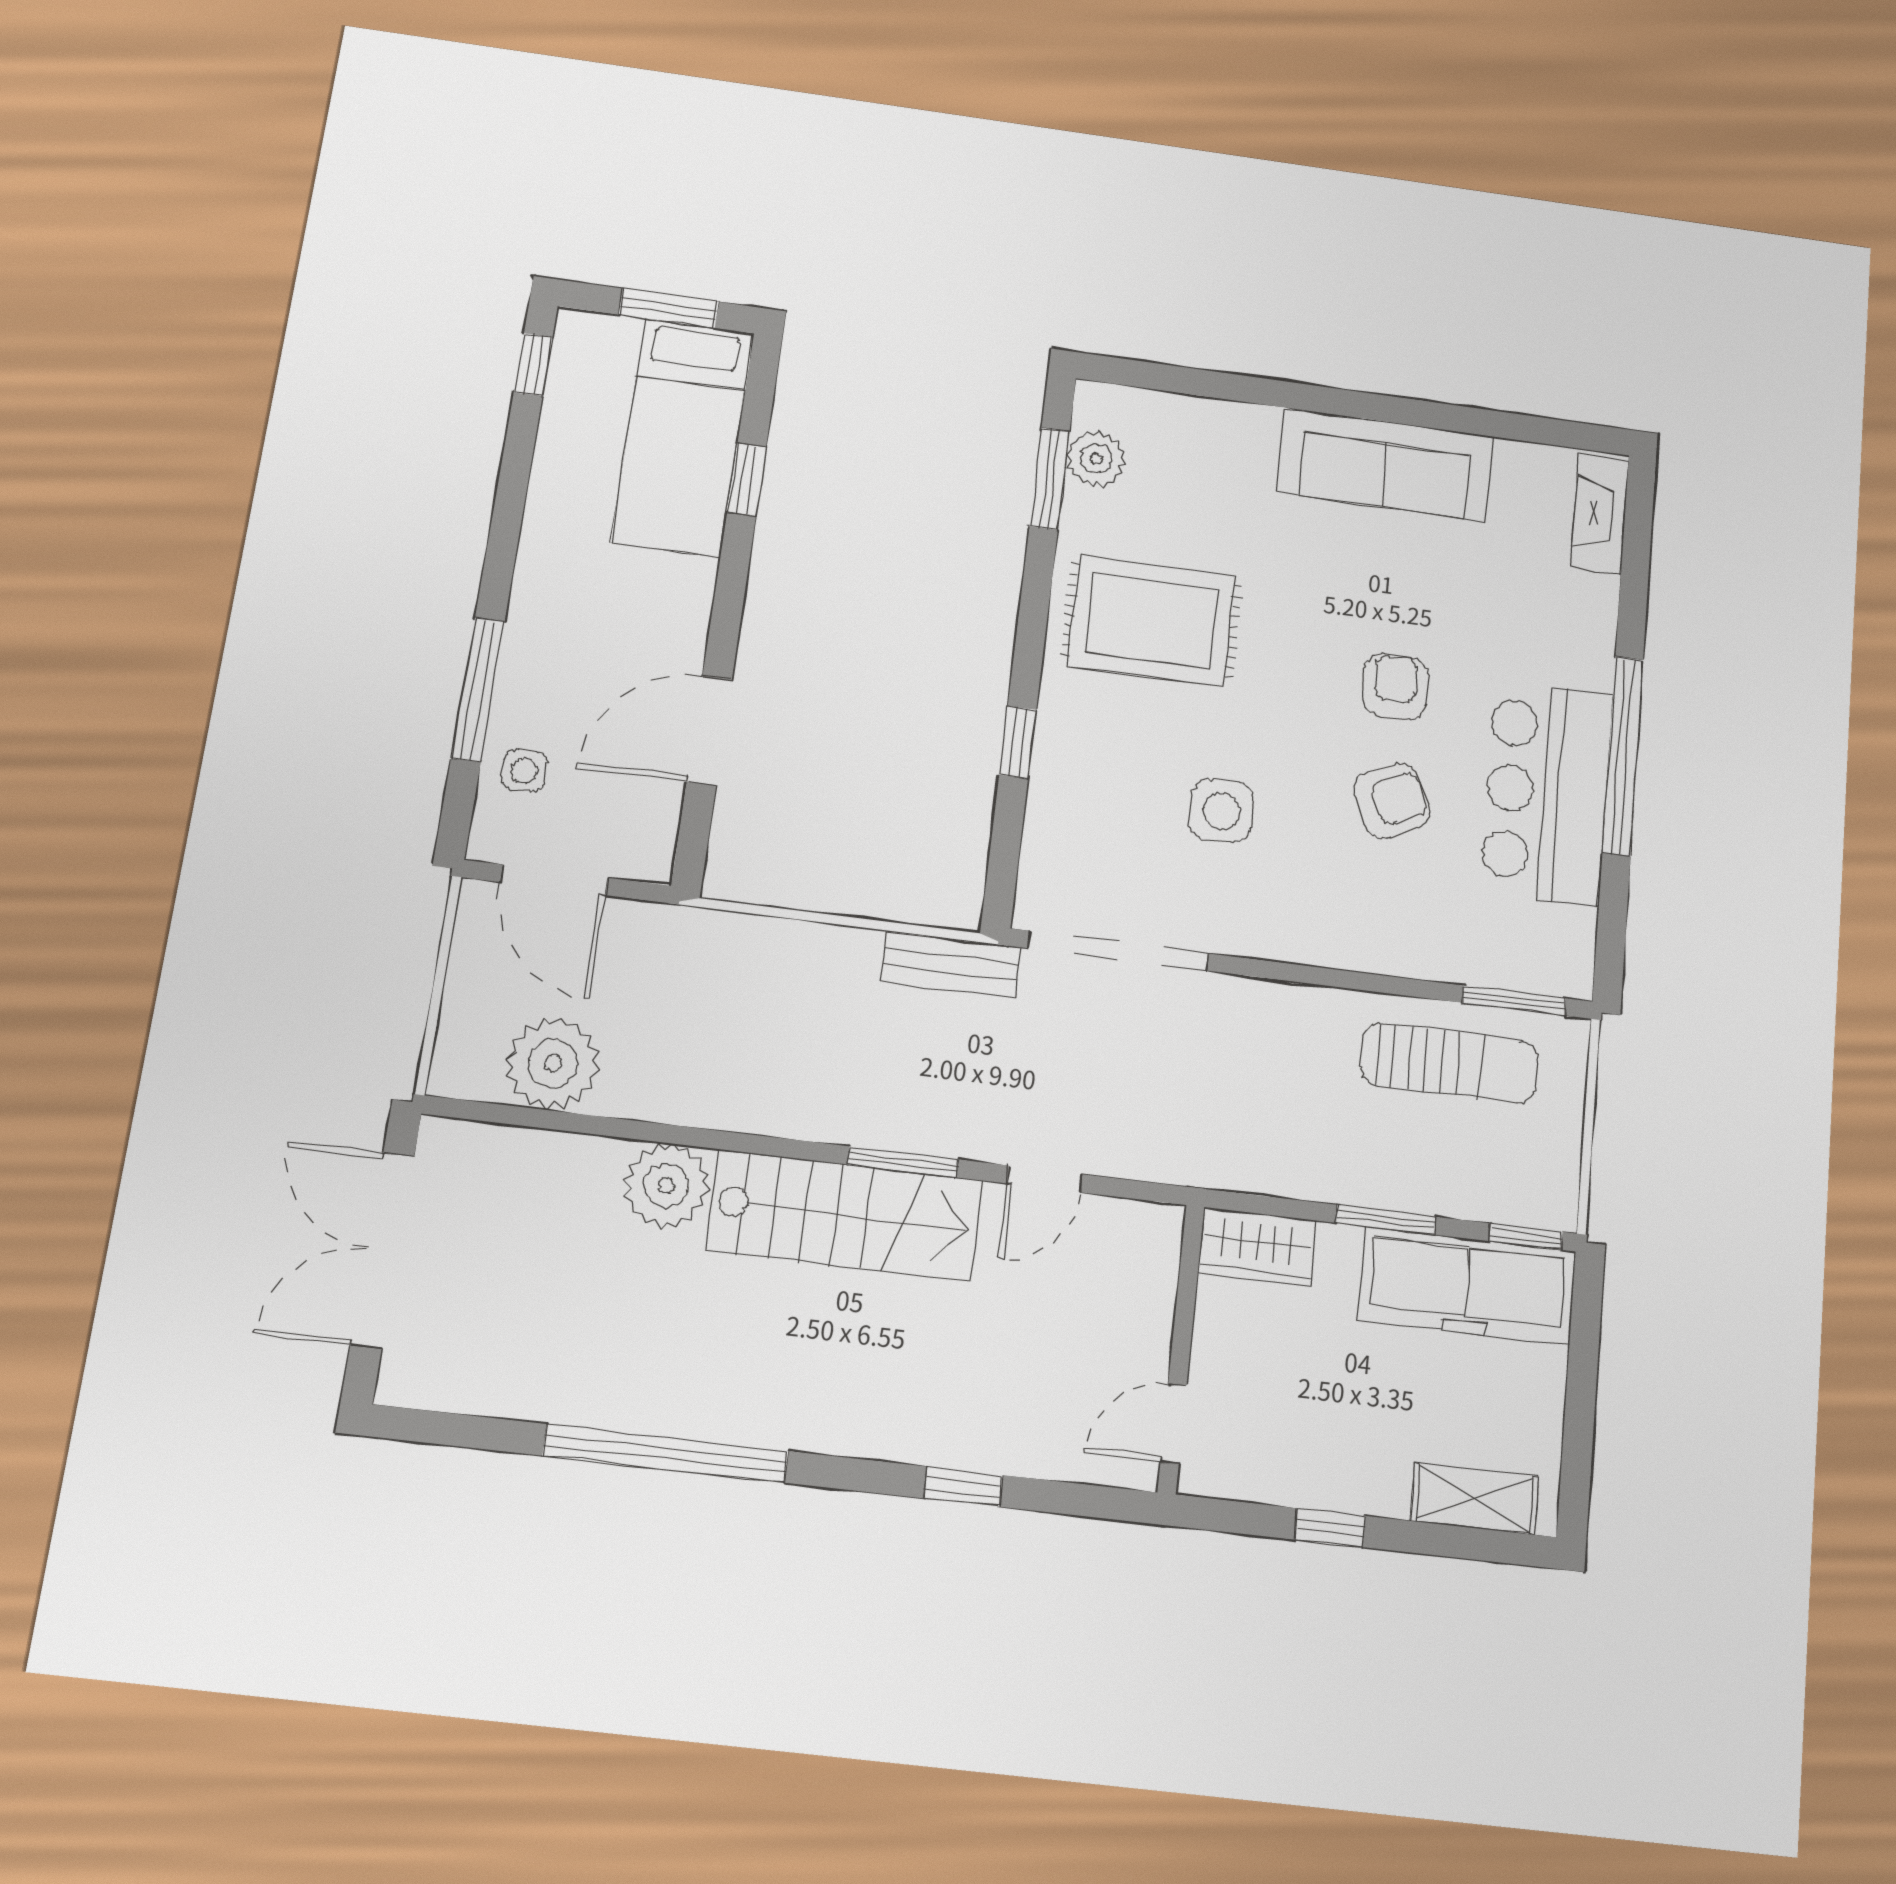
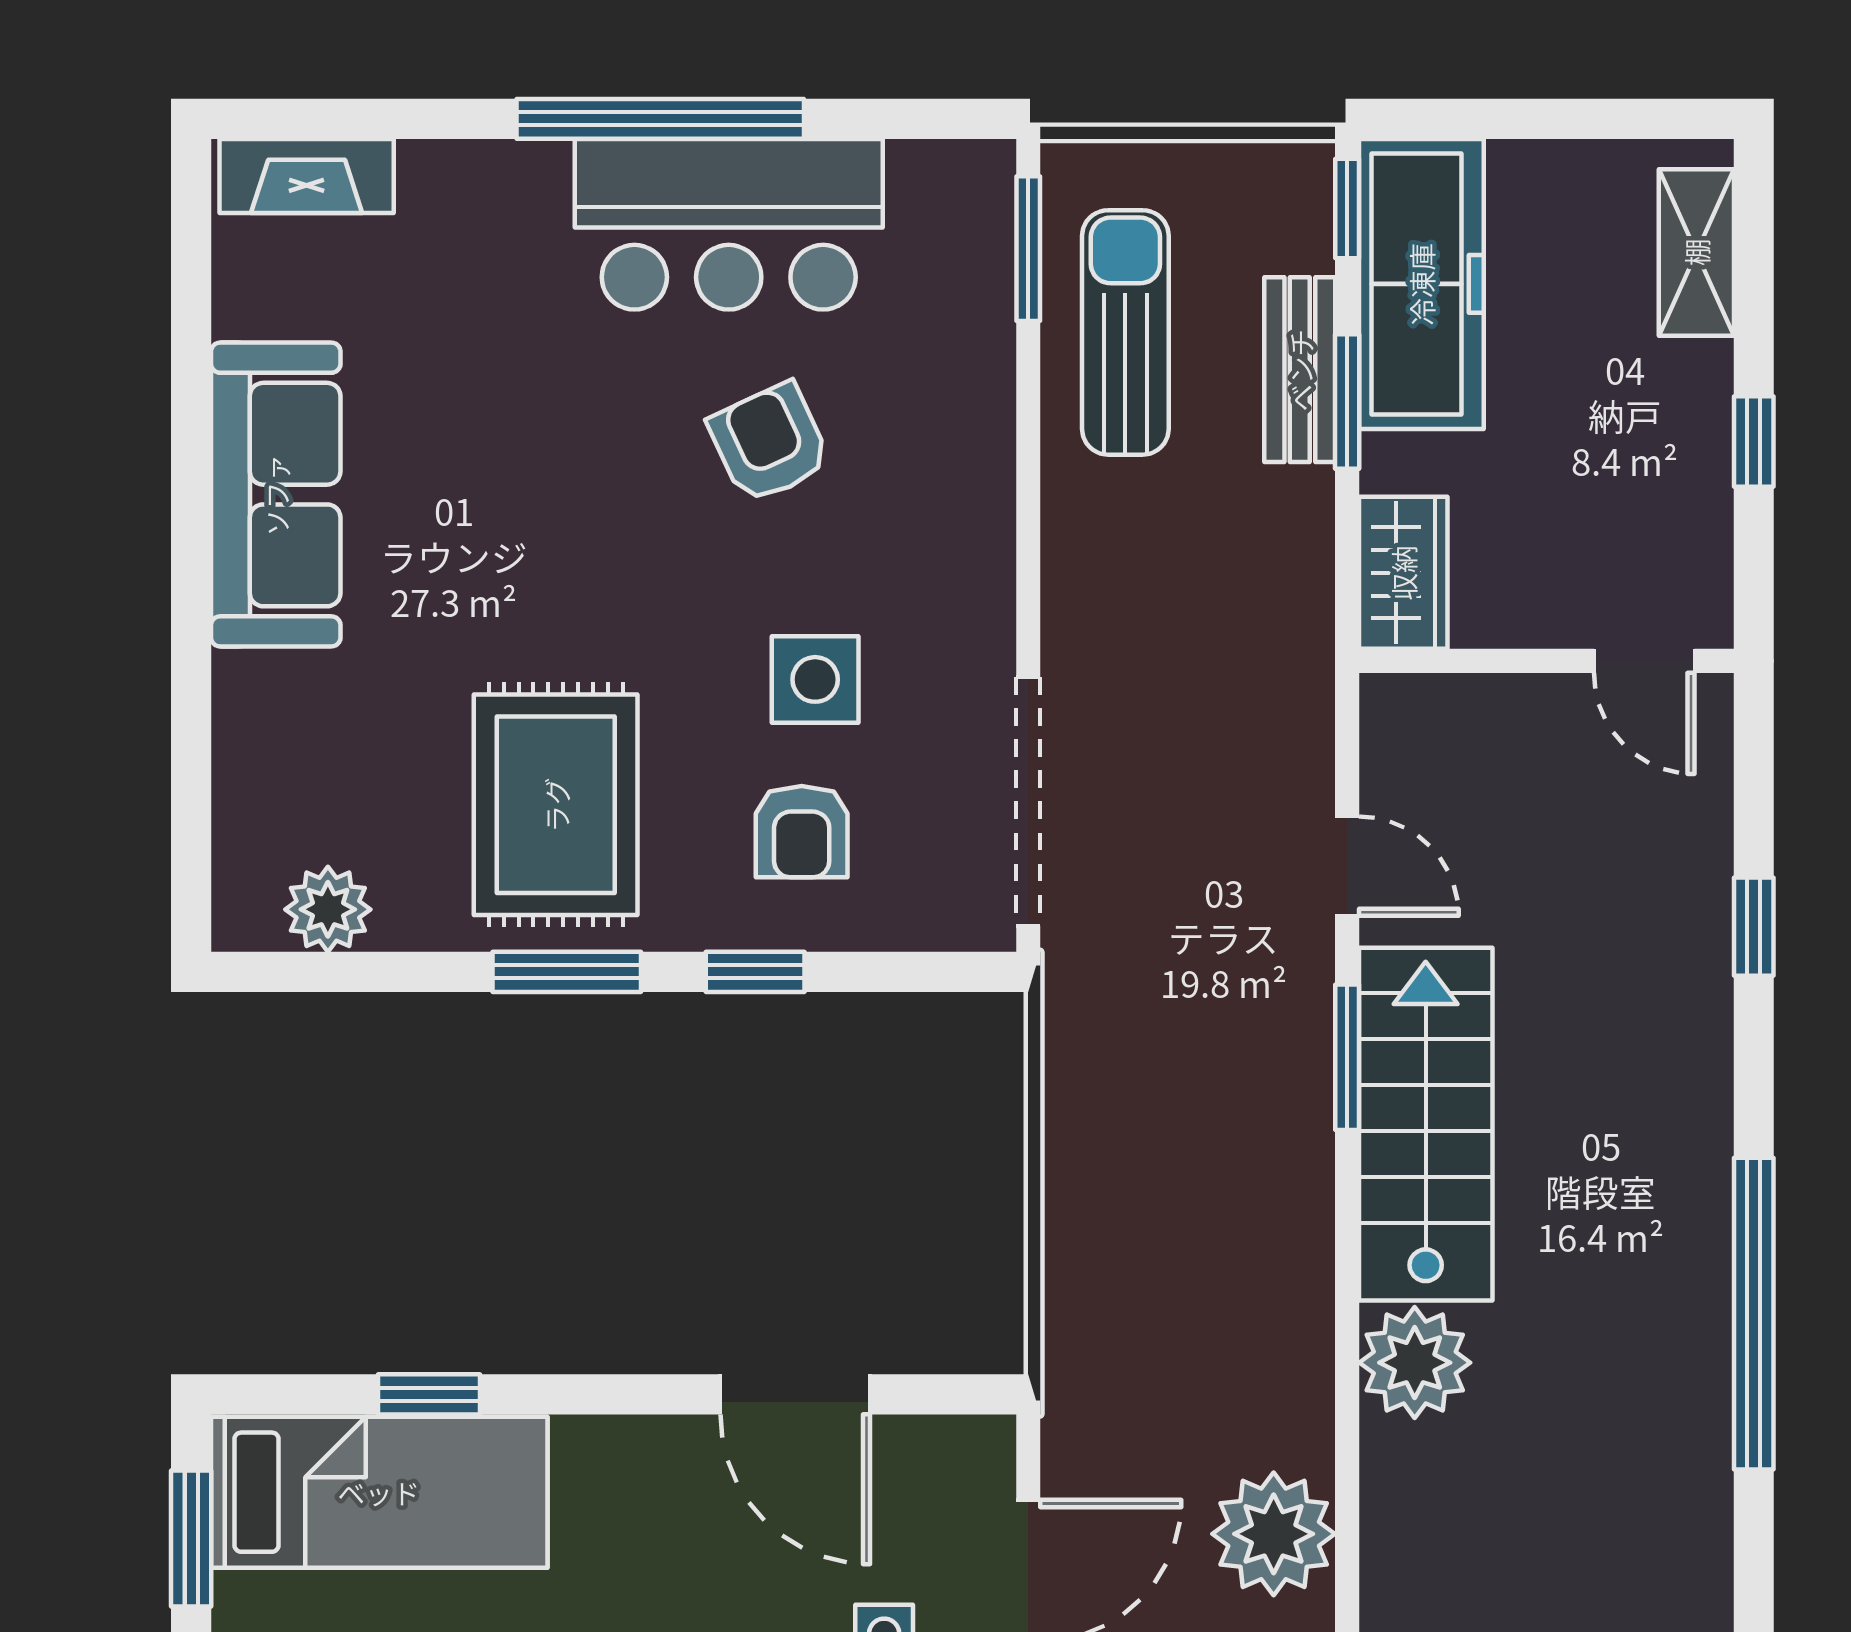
window: (1050, 479) -> (567, 972), moved
armchair: (1395, 687) -> (802, 832), moved, turned -90
bench: (951, 964) -> (1300, 370), moved

